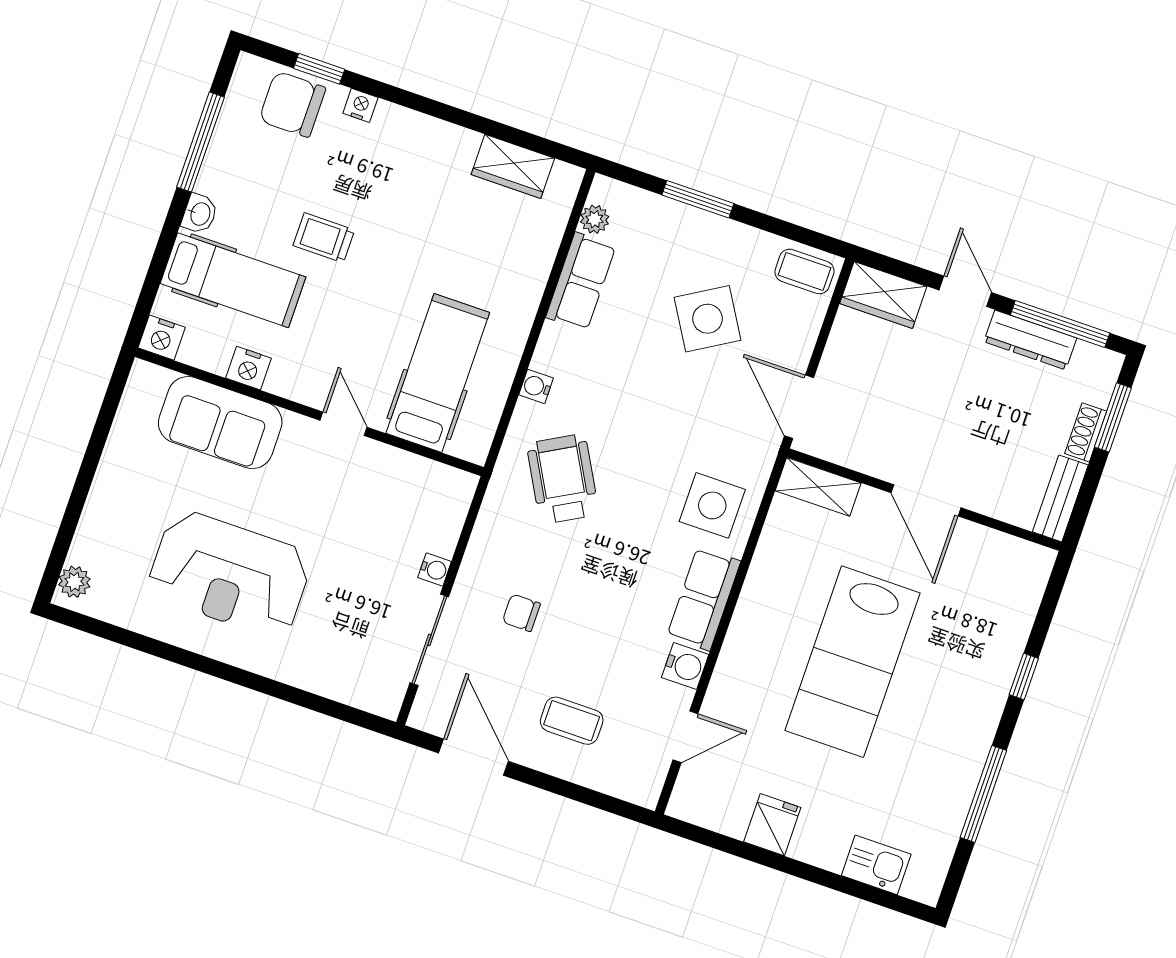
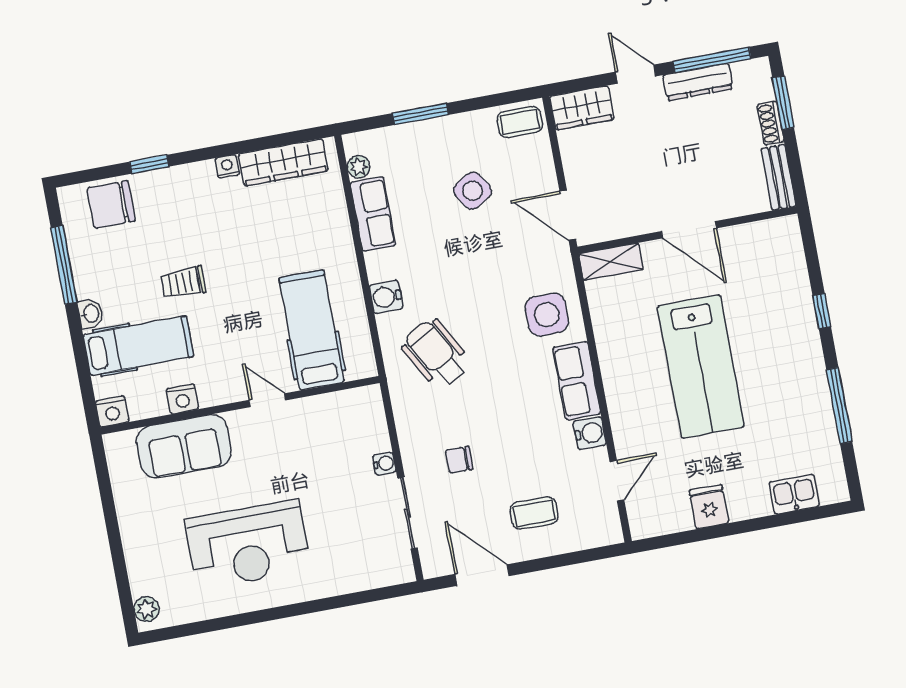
window: (319, 69) -> (149, 164), moved
nightstand: (360, 105) -> (227, 166), moved
wardrobe: (513, 166) -> (283, 162), width x1.50
side table: (708, 319) -> (473, 191), width x0.73, depth x0.73
water cooler: (536, 386) -> (386, 297), width x1.38, depth x1.38

